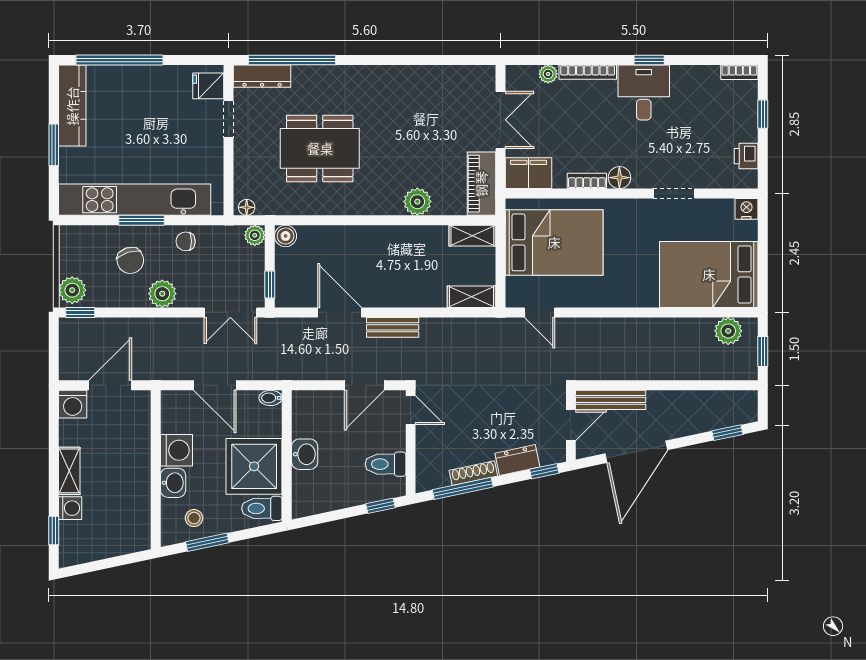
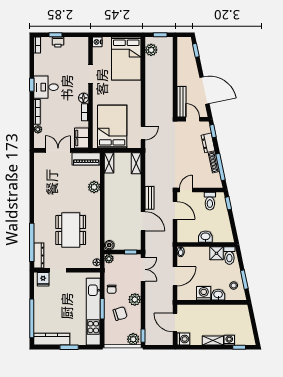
printer: (746, 156) -> (58, 42), moved
door: (340, 312) -> (143, 221), swing flipped
shower: (254, 466) -> (217, 253), width x0.54, depth x0.54

